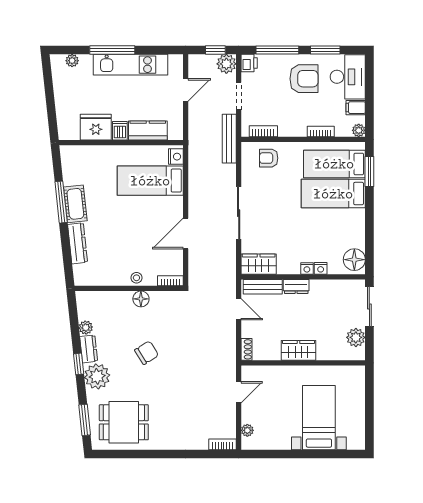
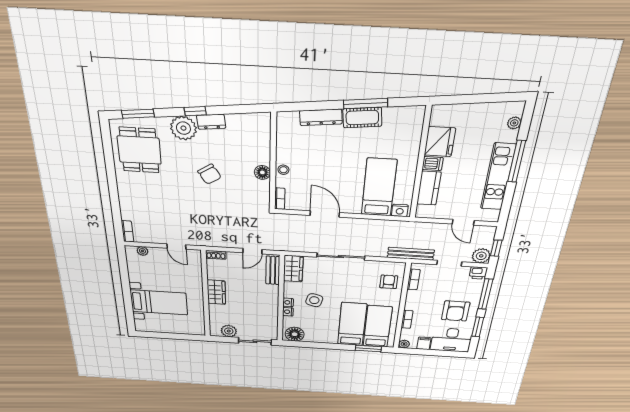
side table: (301, 239) -> (314, 300), added
dresser: (296, 286) -> (273, 294), removed
plant: (86, 328) -> (233, 120), removed

